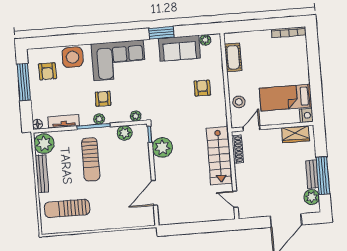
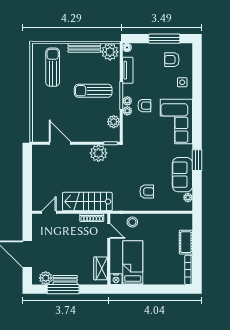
side table: (73, 57) -> (182, 82), width x0.54, depth x0.54
cot: (233, 57) -> (186, 242), moved, turned 90
plant: (136, 116) -> (127, 111), moved

